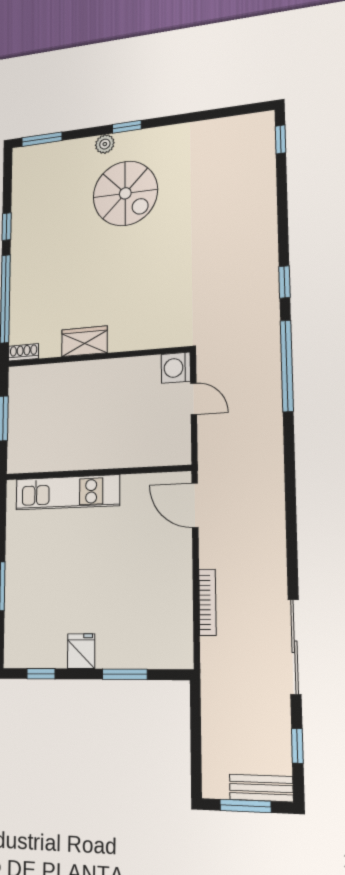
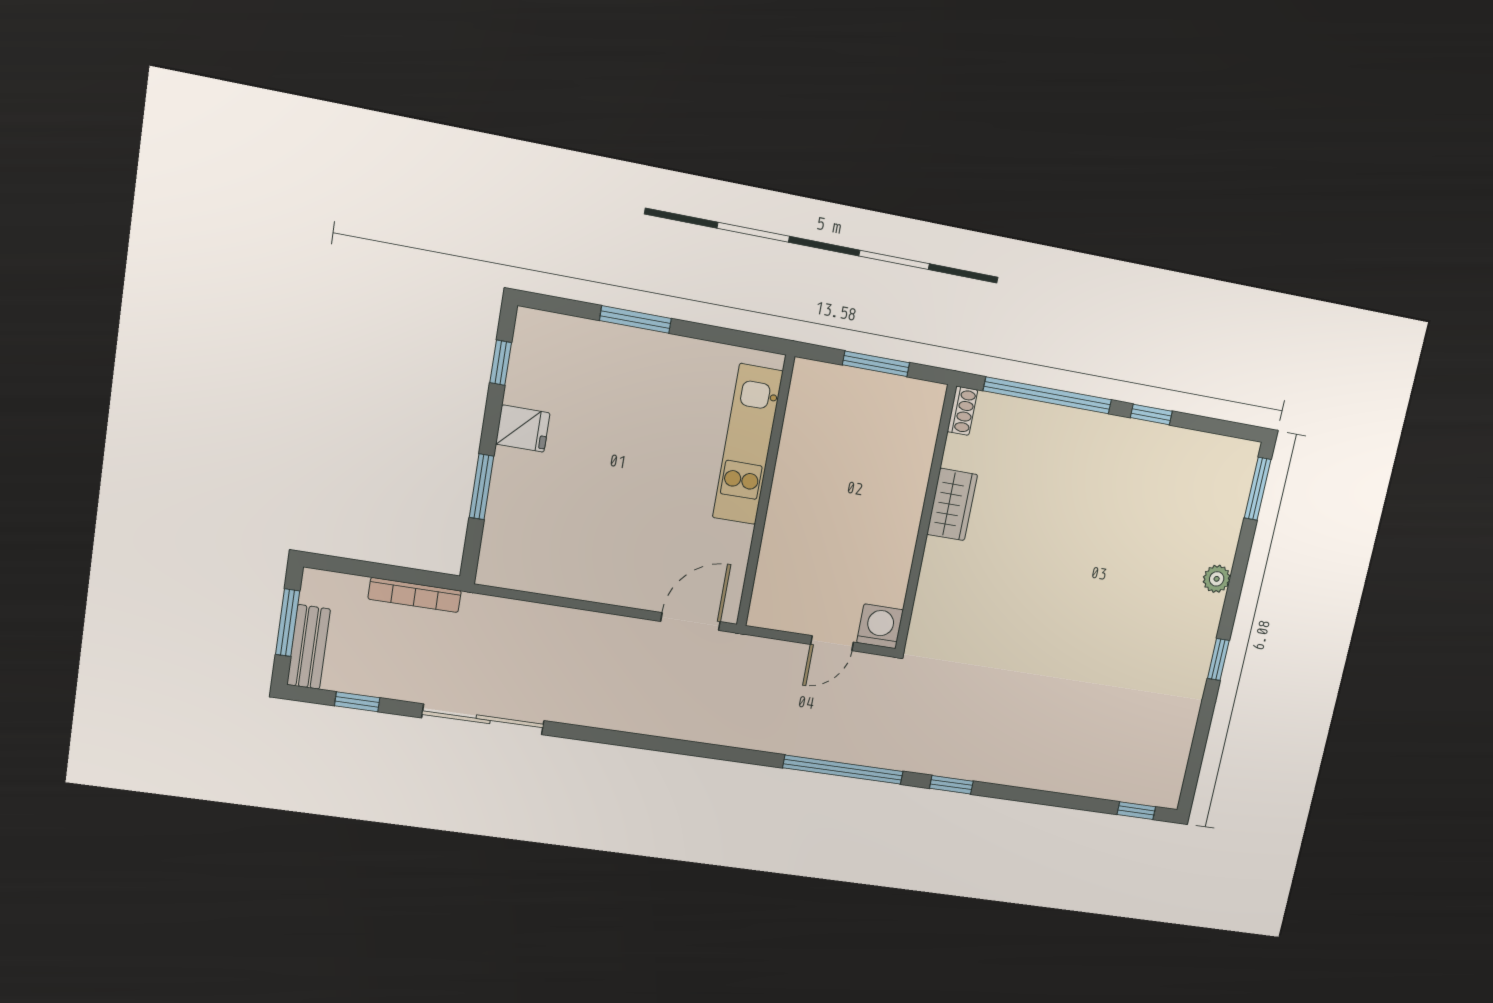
window: (127, 127) -> (1218, 659), moved
spiral stairs: (125, 193) -> (1138, 596), removed
bookcase: (207, 602) -> (415, 595), moved

